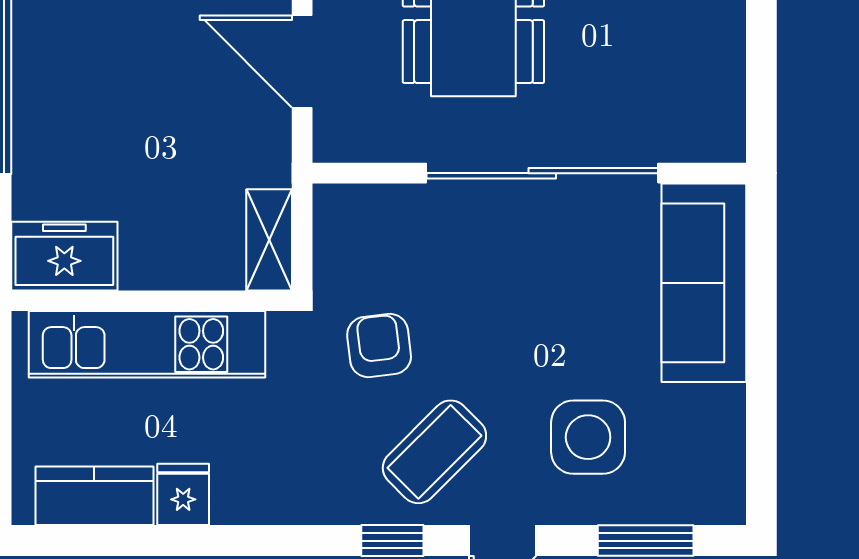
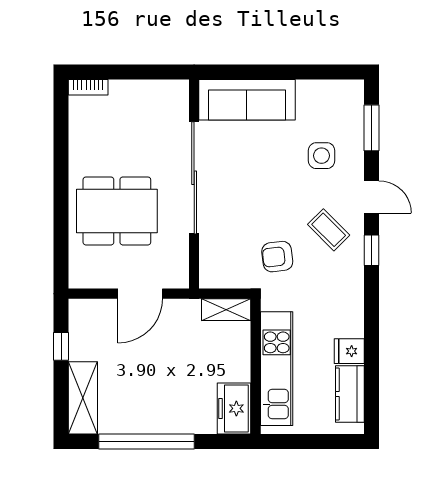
side table: (588, 437) -> (322, 156), width x0.73, depth x0.73
coffee table: (434, 452) -> (329, 230), width x0.73, depth x0.77

